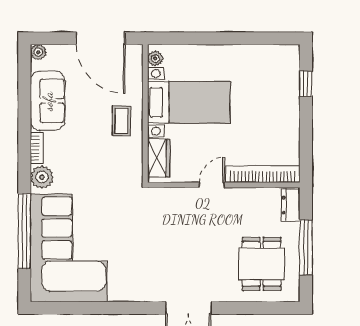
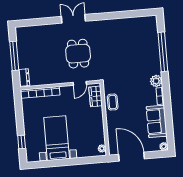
bed with nightstands: (189, 102) -> (57, 138), moved, turned 90
coffee table: (121, 121) -> (113, 102), moved
door: (212, 185) -> (80, 83), moved
corner sofa: (69, 248) -> (139, 45), removed
dining table: (262, 264) -> (78, 54), moved

